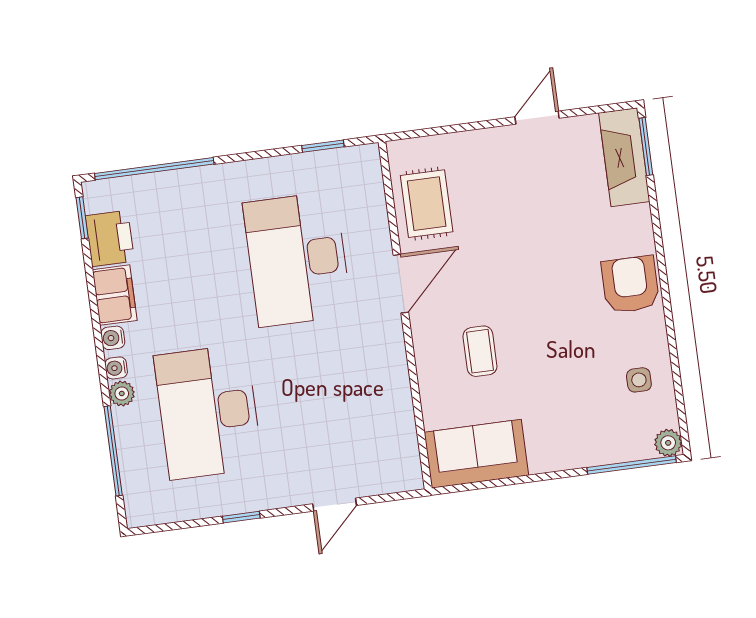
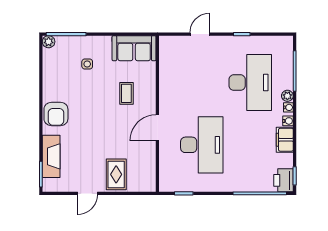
fireplace: (624, 157) -> (51, 156), moved
rug: (427, 204) -> (116, 174), moved
printer: (110, 238) -> (284, 180), moved
side table: (639, 380) -> (87, 64), moved

